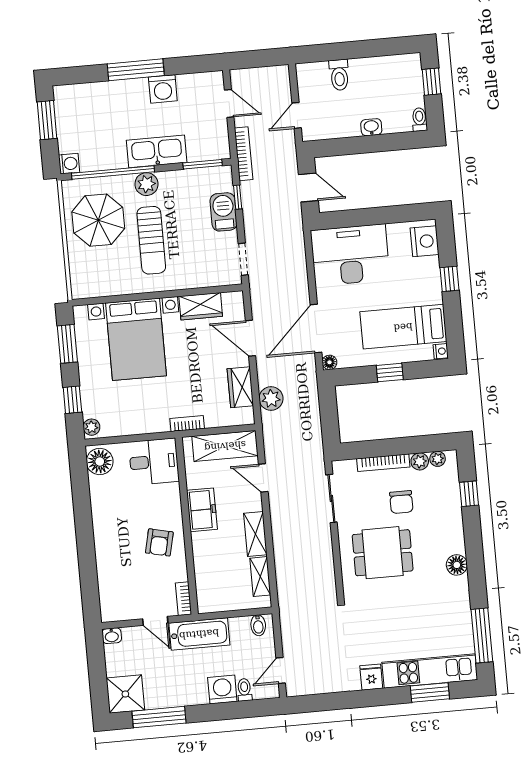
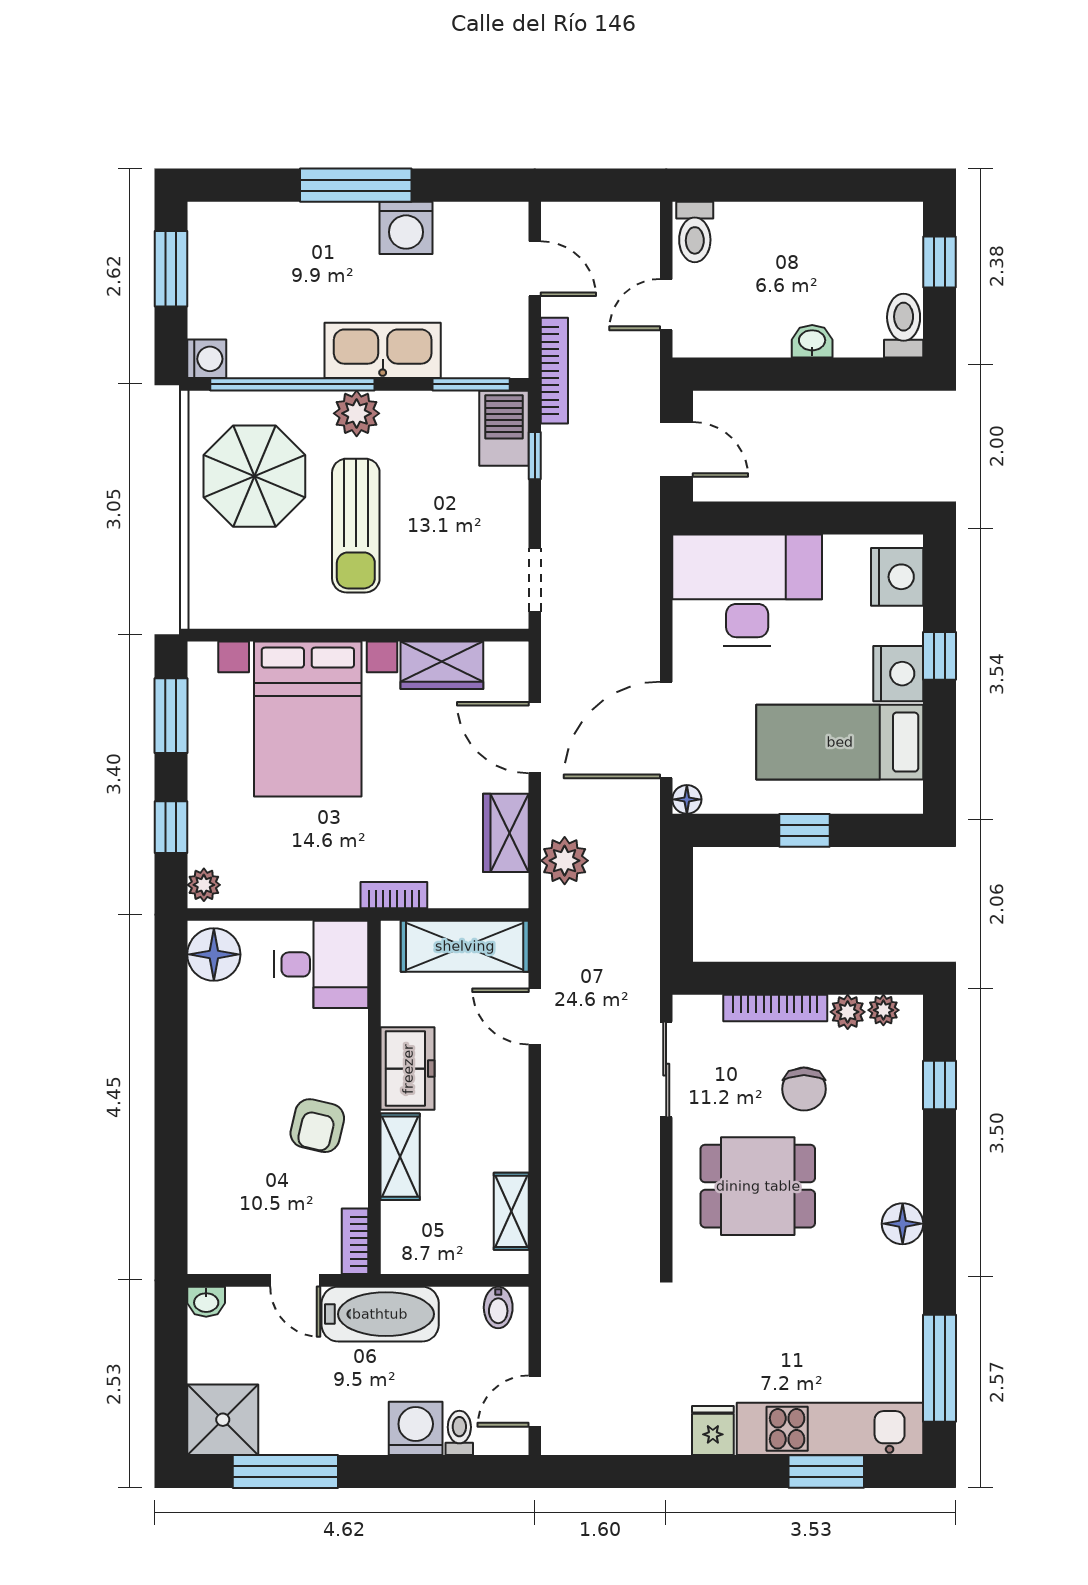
toilet: (339, 75) -> (695, 232), moved
toilet: (419, 119) -> (904, 326), width x1.37, depth x1.39
barbecue: (223, 212) -> (504, 428), moved
nightstand: (441, 351) -> (898, 674), moved, width x1.89, depth x1.79
shelving: (255, 534) -> (400, 1157), moved

